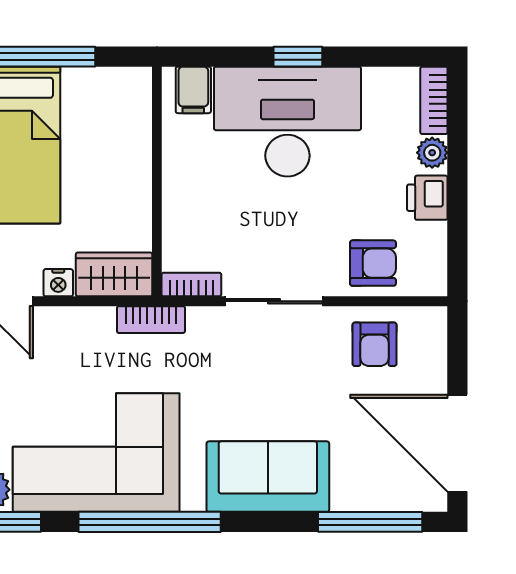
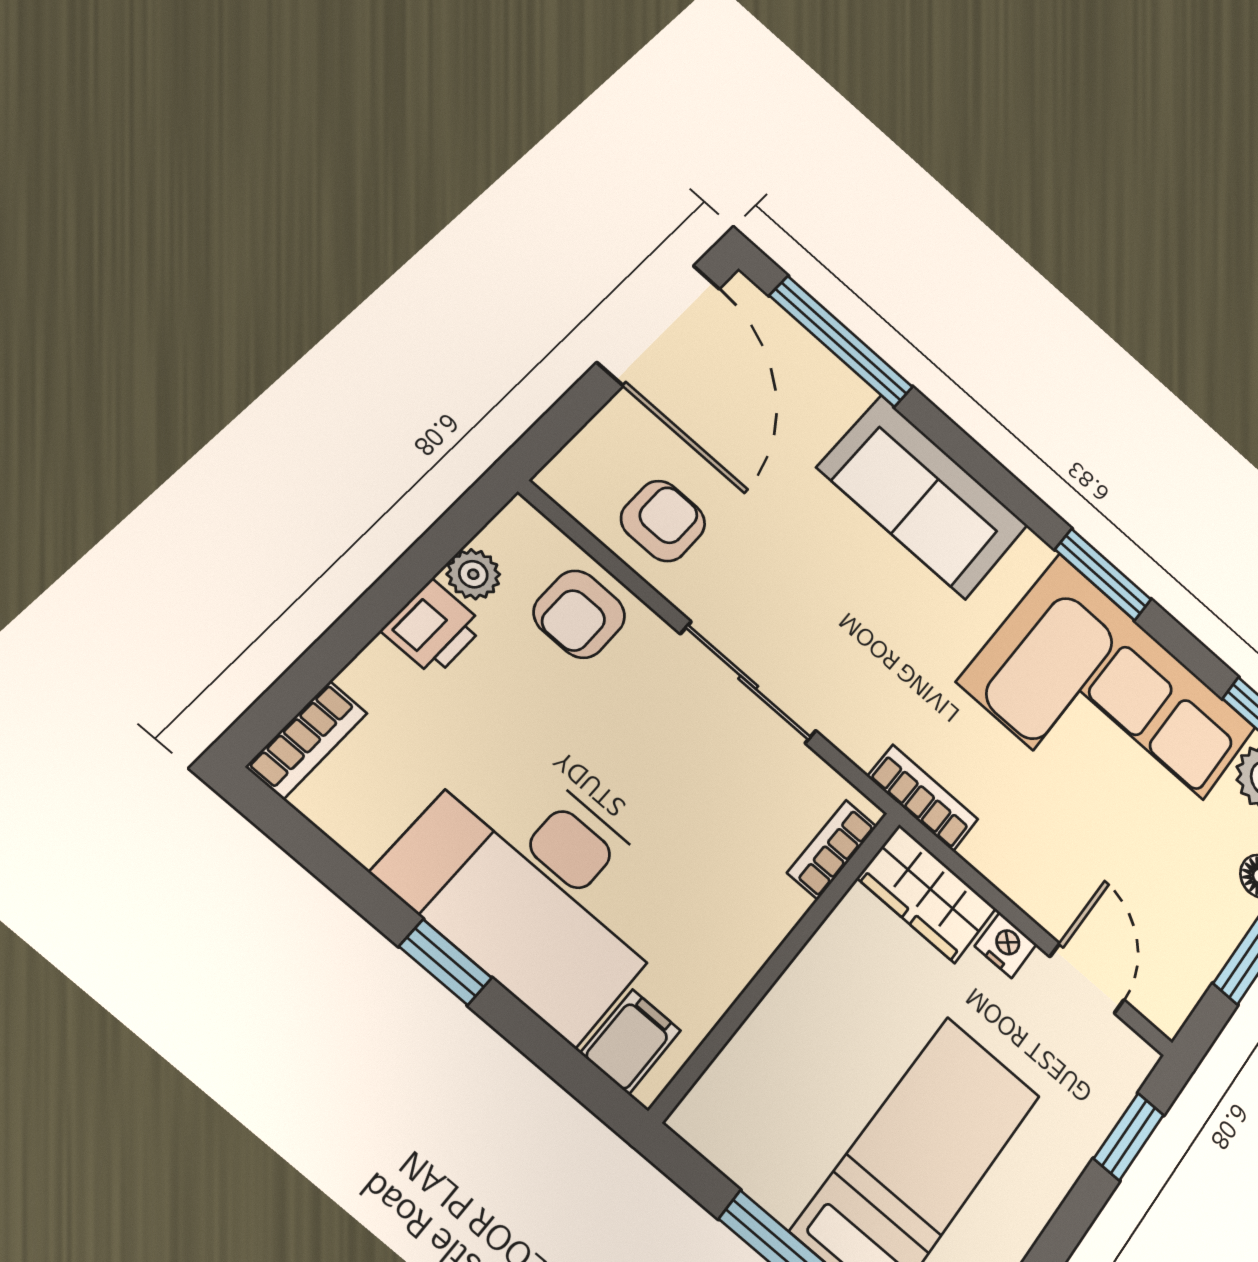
plant: (432, 153) -> (473, 574), moved
armchair: (373, 263) -> (579, 614), turned -90
bookcase: (191, 285) -> (832, 849), moved, turned 90
window: (150, 522) -> (1103, 575), width x0.47

